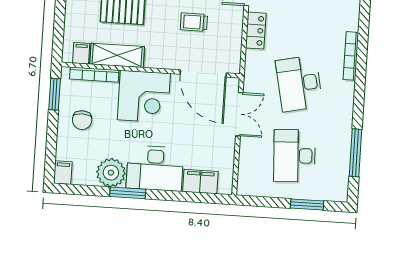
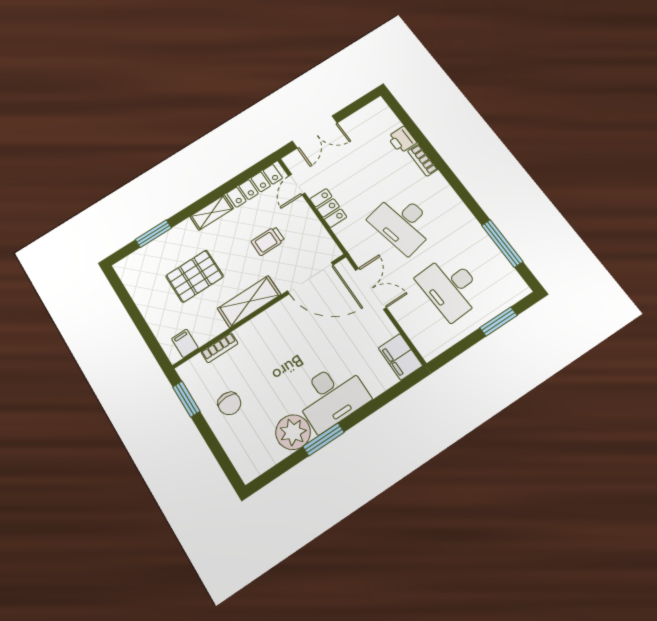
printer: (350, 19) -> (402, 140), added
shelving: (117, 55) -> (249, 301), moved
bookcase: (351, 56) -> (423, 160), width x0.64
bookcase: (94, 75) -> (219, 348), width x0.64
corner desk: (144, 97) -> (272, 339), removed
filing cabinet: (63, 173) -> (247, 468), removed
filing cabinet: (200, 182) -> (400, 357), moved, turned -90

